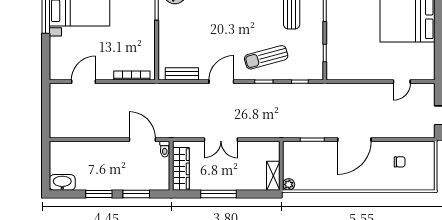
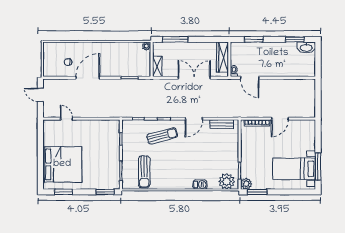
door: (84, 82) -> (280, 119), moved
door: (402, 82) -> (66, 119), hinge flipped
double door: (221, 140) -> (194, 78), width x1.37
door: (354, 140) -> (88, 78), moved
shelving: (273, 176) -> (157, 66), moved
window: (99, 194) -> (295, 39), moved
window: (218, 194) -> (175, 39), moved

